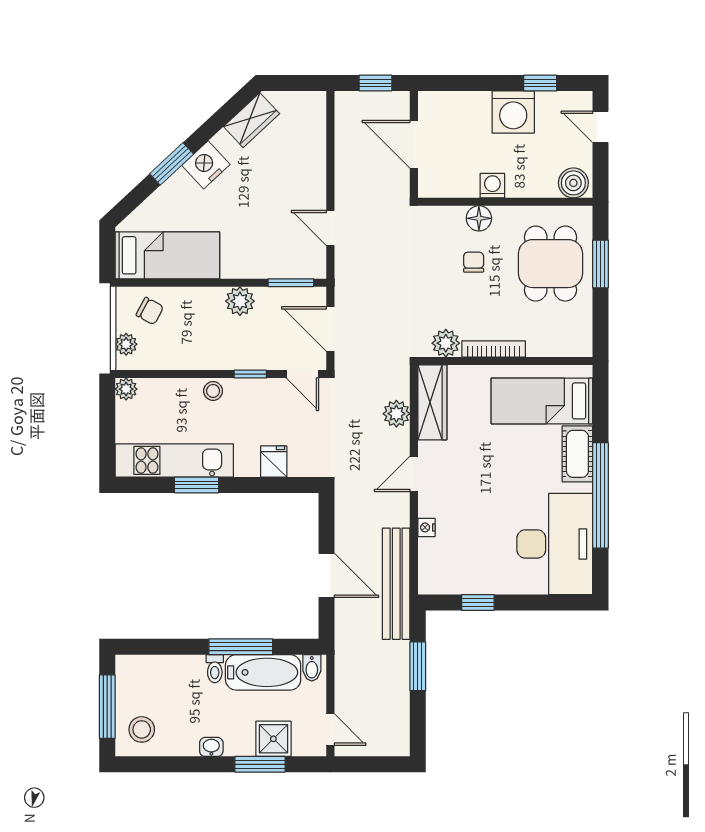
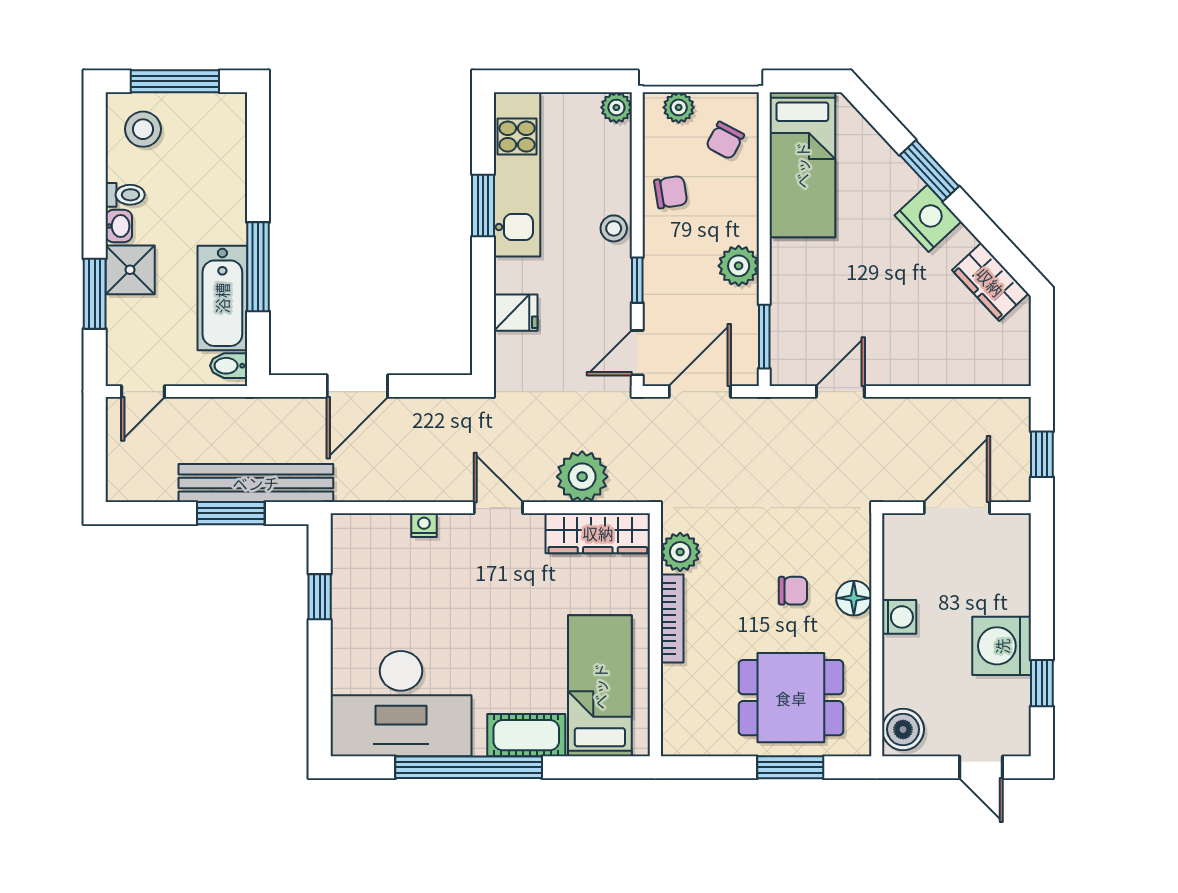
door: (601, 127) -> (981, 767), swing flipped
chair: (187, 350) -> (671, 192), added
plant: (396, 414) -> (582, 477), width x1.36, depth x1.36
bench: (396, 584) -> (256, 483), moved
toilet: (215, 669) -> (125, 195), moved, turned 180
shower: (273, 739) -> (130, 270), moved

